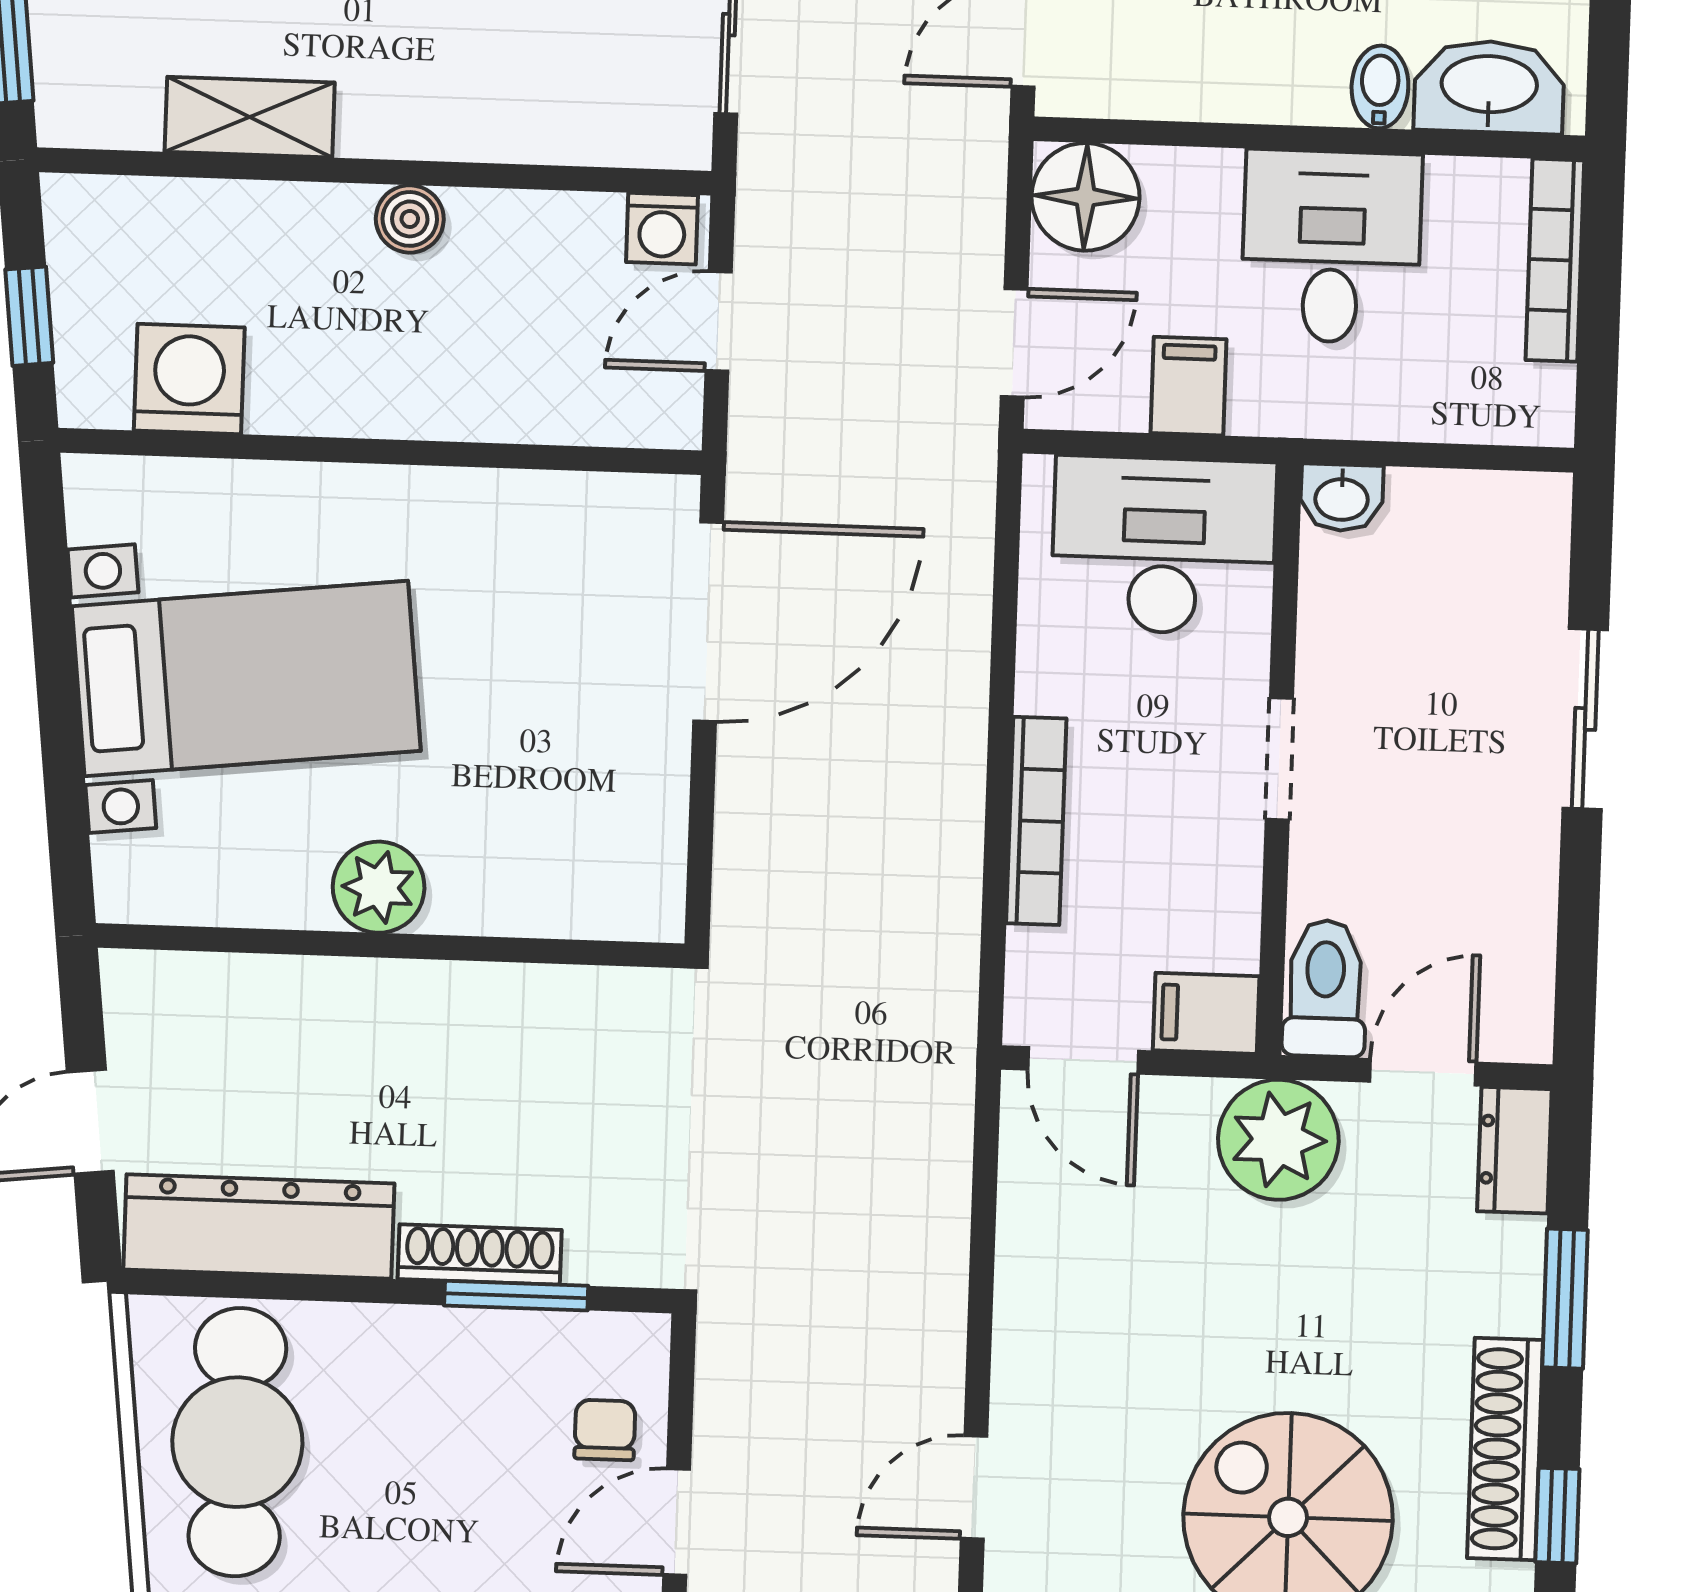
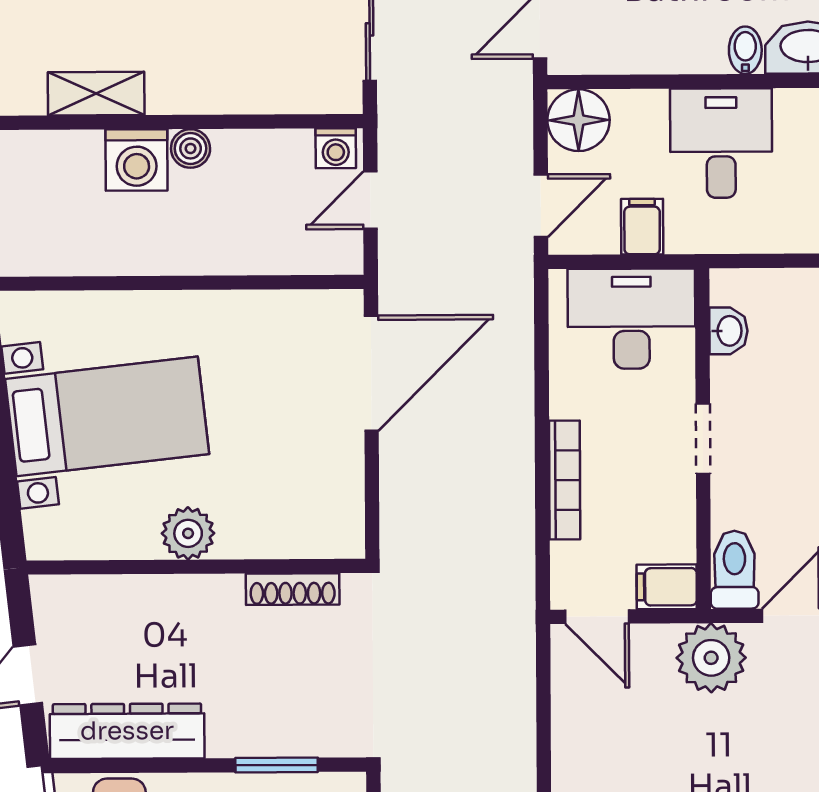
washing machine: (189, 379) -> (137, 160), moved, turned 180
washbasin: (1342, 498) -> (728, 331), moved, turned -90
shoe rack: (480, 1254) -> (293, 589), moved, turned 180

